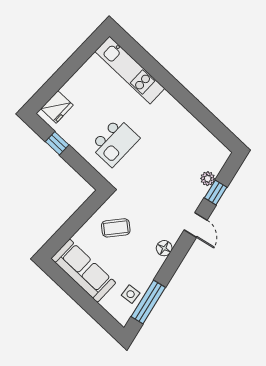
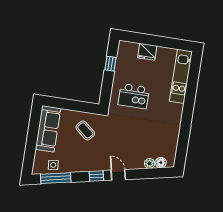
fridge: (57, 107) -> (147, 52), moved
window: (216, 193) -> (96, 176), moved
door: (196, 225) -> (118, 175), swing flipped
floor lamp: (164, 248) -> (161, 163), moved

